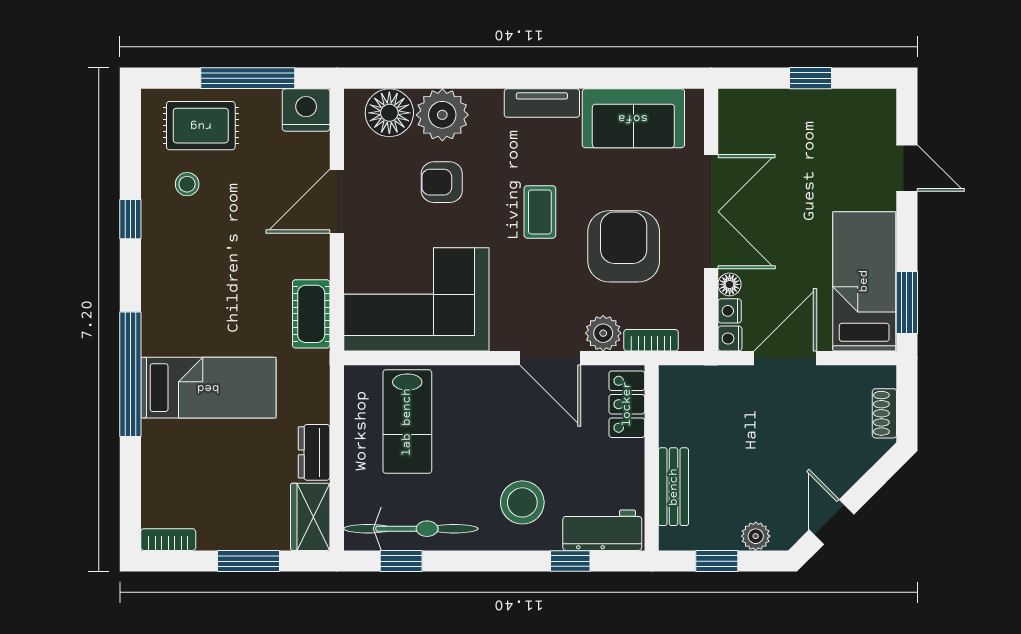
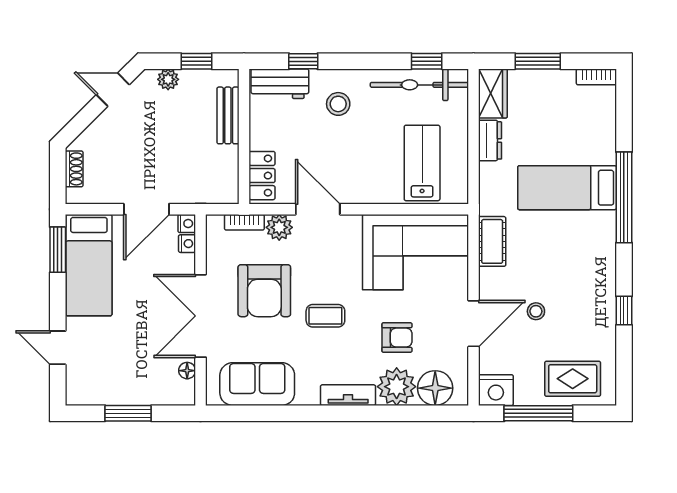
window: (810, 78) -> (128, 413), width x1.50
tv unit: (542, 103) -> (348, 395), moved
stool: (187, 184) -> (536, 311), moved
coffee table: (540, 212) -> (325, 316), turned 90
floor lamp: (730, 284) -> (187, 371), moved
stool: (522, 502) -> (338, 104), width x0.73, depth x0.73
door: (832, 522) -> (113, 90), swing flipped

